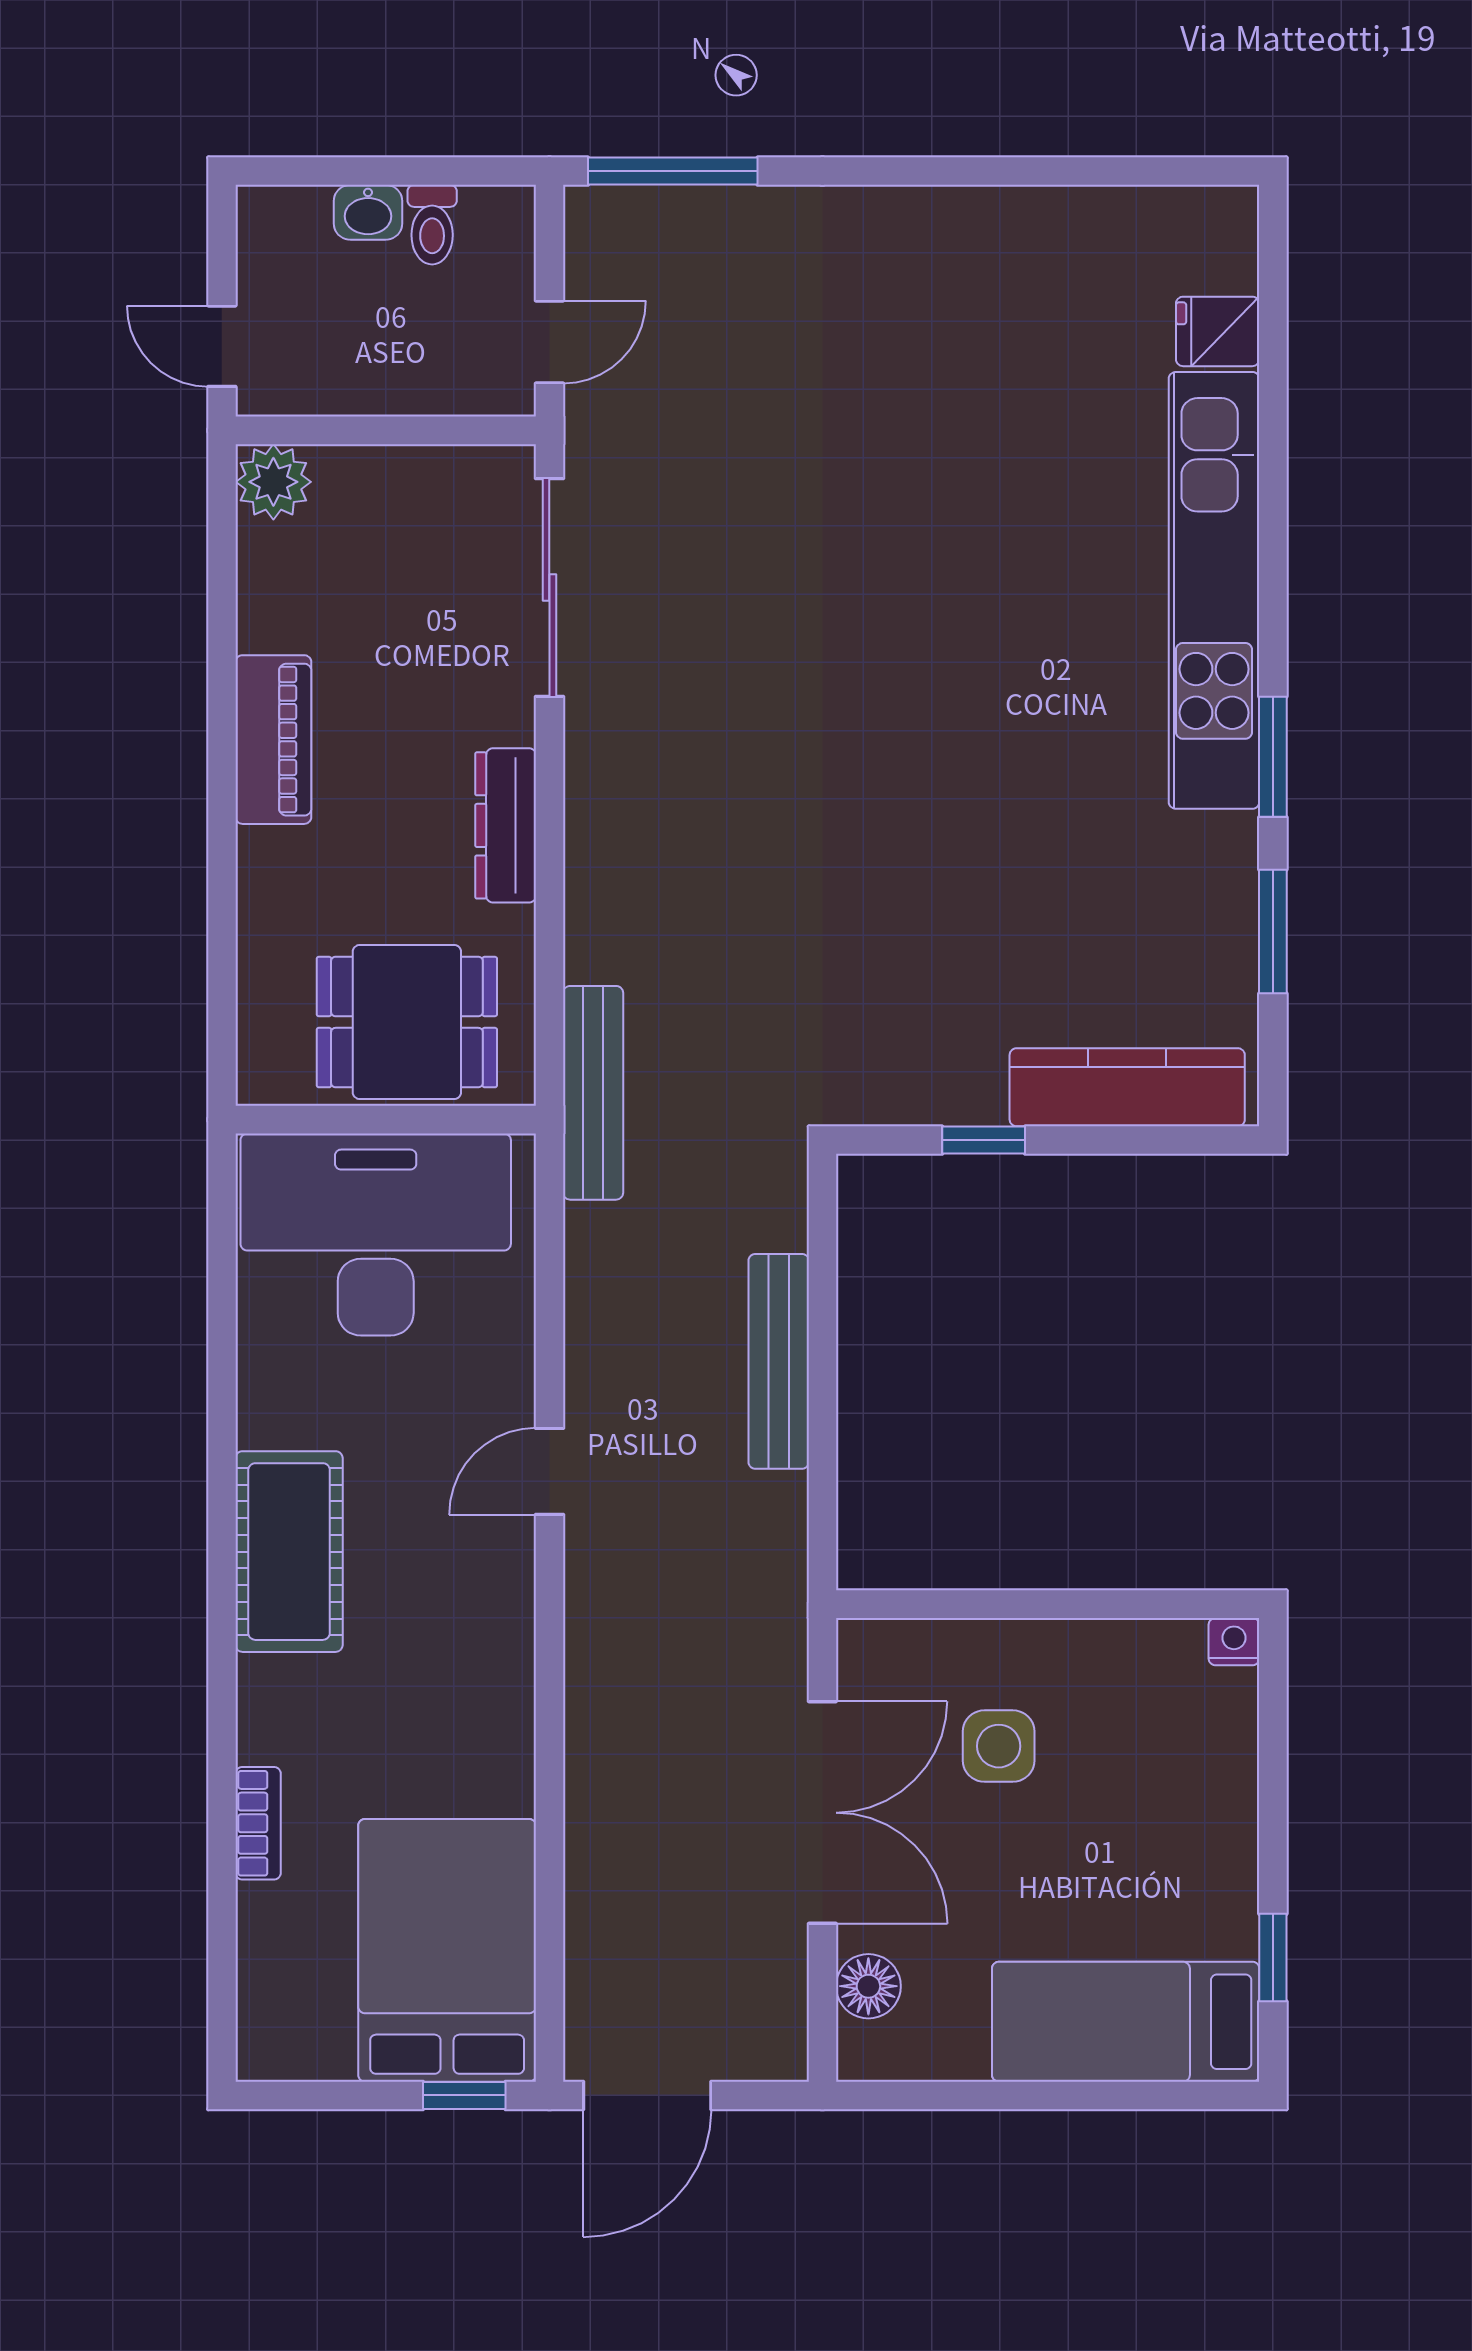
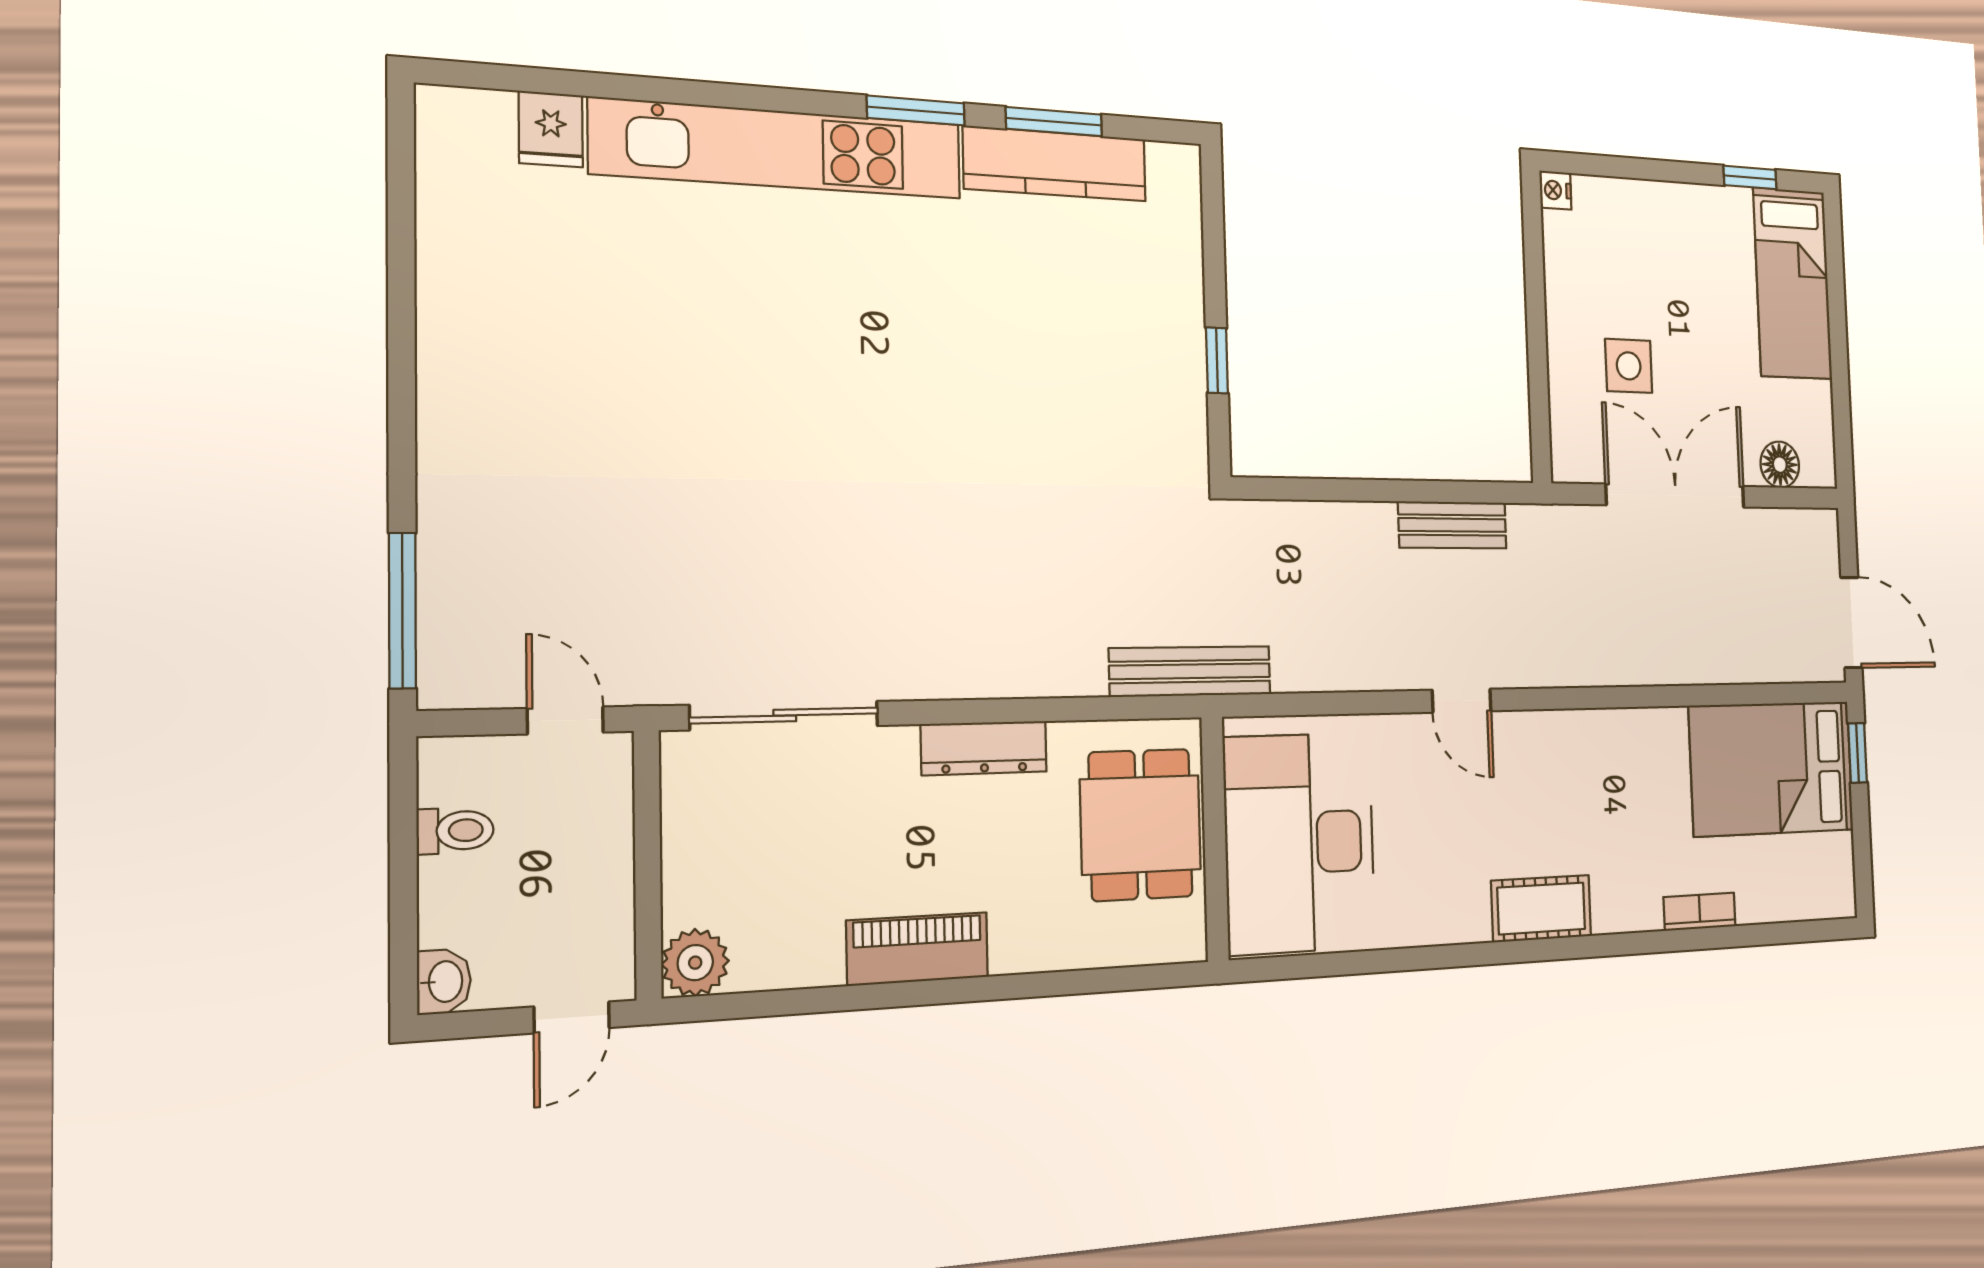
washbasin: (368, 212) -> (444, 982), moved
kitchen counter: (1127, 1087) -> (1055, 164), moved, turned -90
bench: (779, 1361) -> (1452, 525), moved, width x0.73
cot: (289, 1552) -> (1541, 908), width x0.73, depth x0.75

